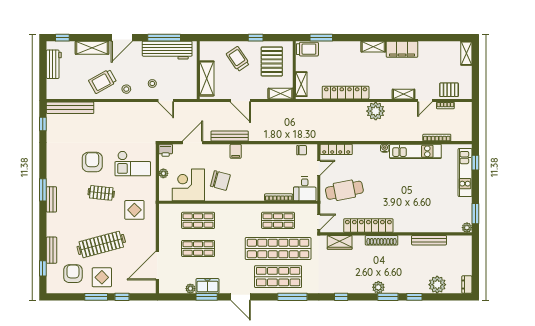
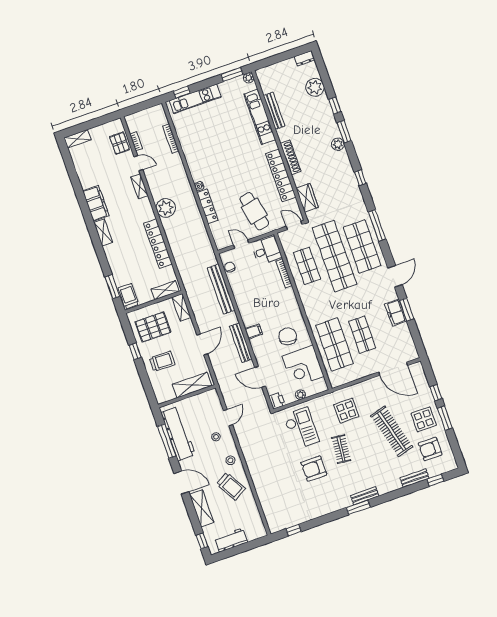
trolley: (238, 59) -> (162, 361), turned -145
bench: (70, 108) -> (221, 289), moved
locker: (336, 149) -> (208, 206), moved
kitchen unit: (415, 151) -> (260, 117), moved, turned 180
shop shelf: (198, 220) -> (335, 344), width x1.43, depth x1.36
plant: (190, 289) -> (404, 328), removed

